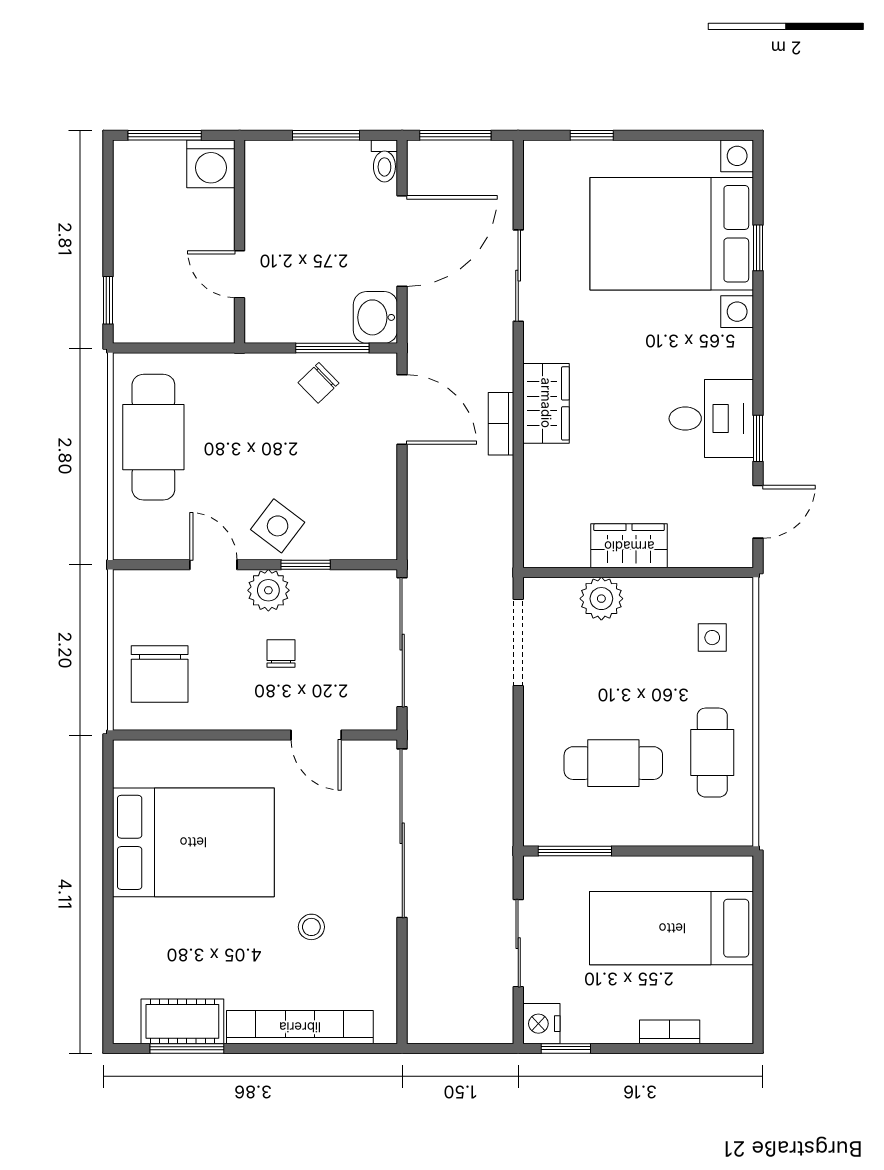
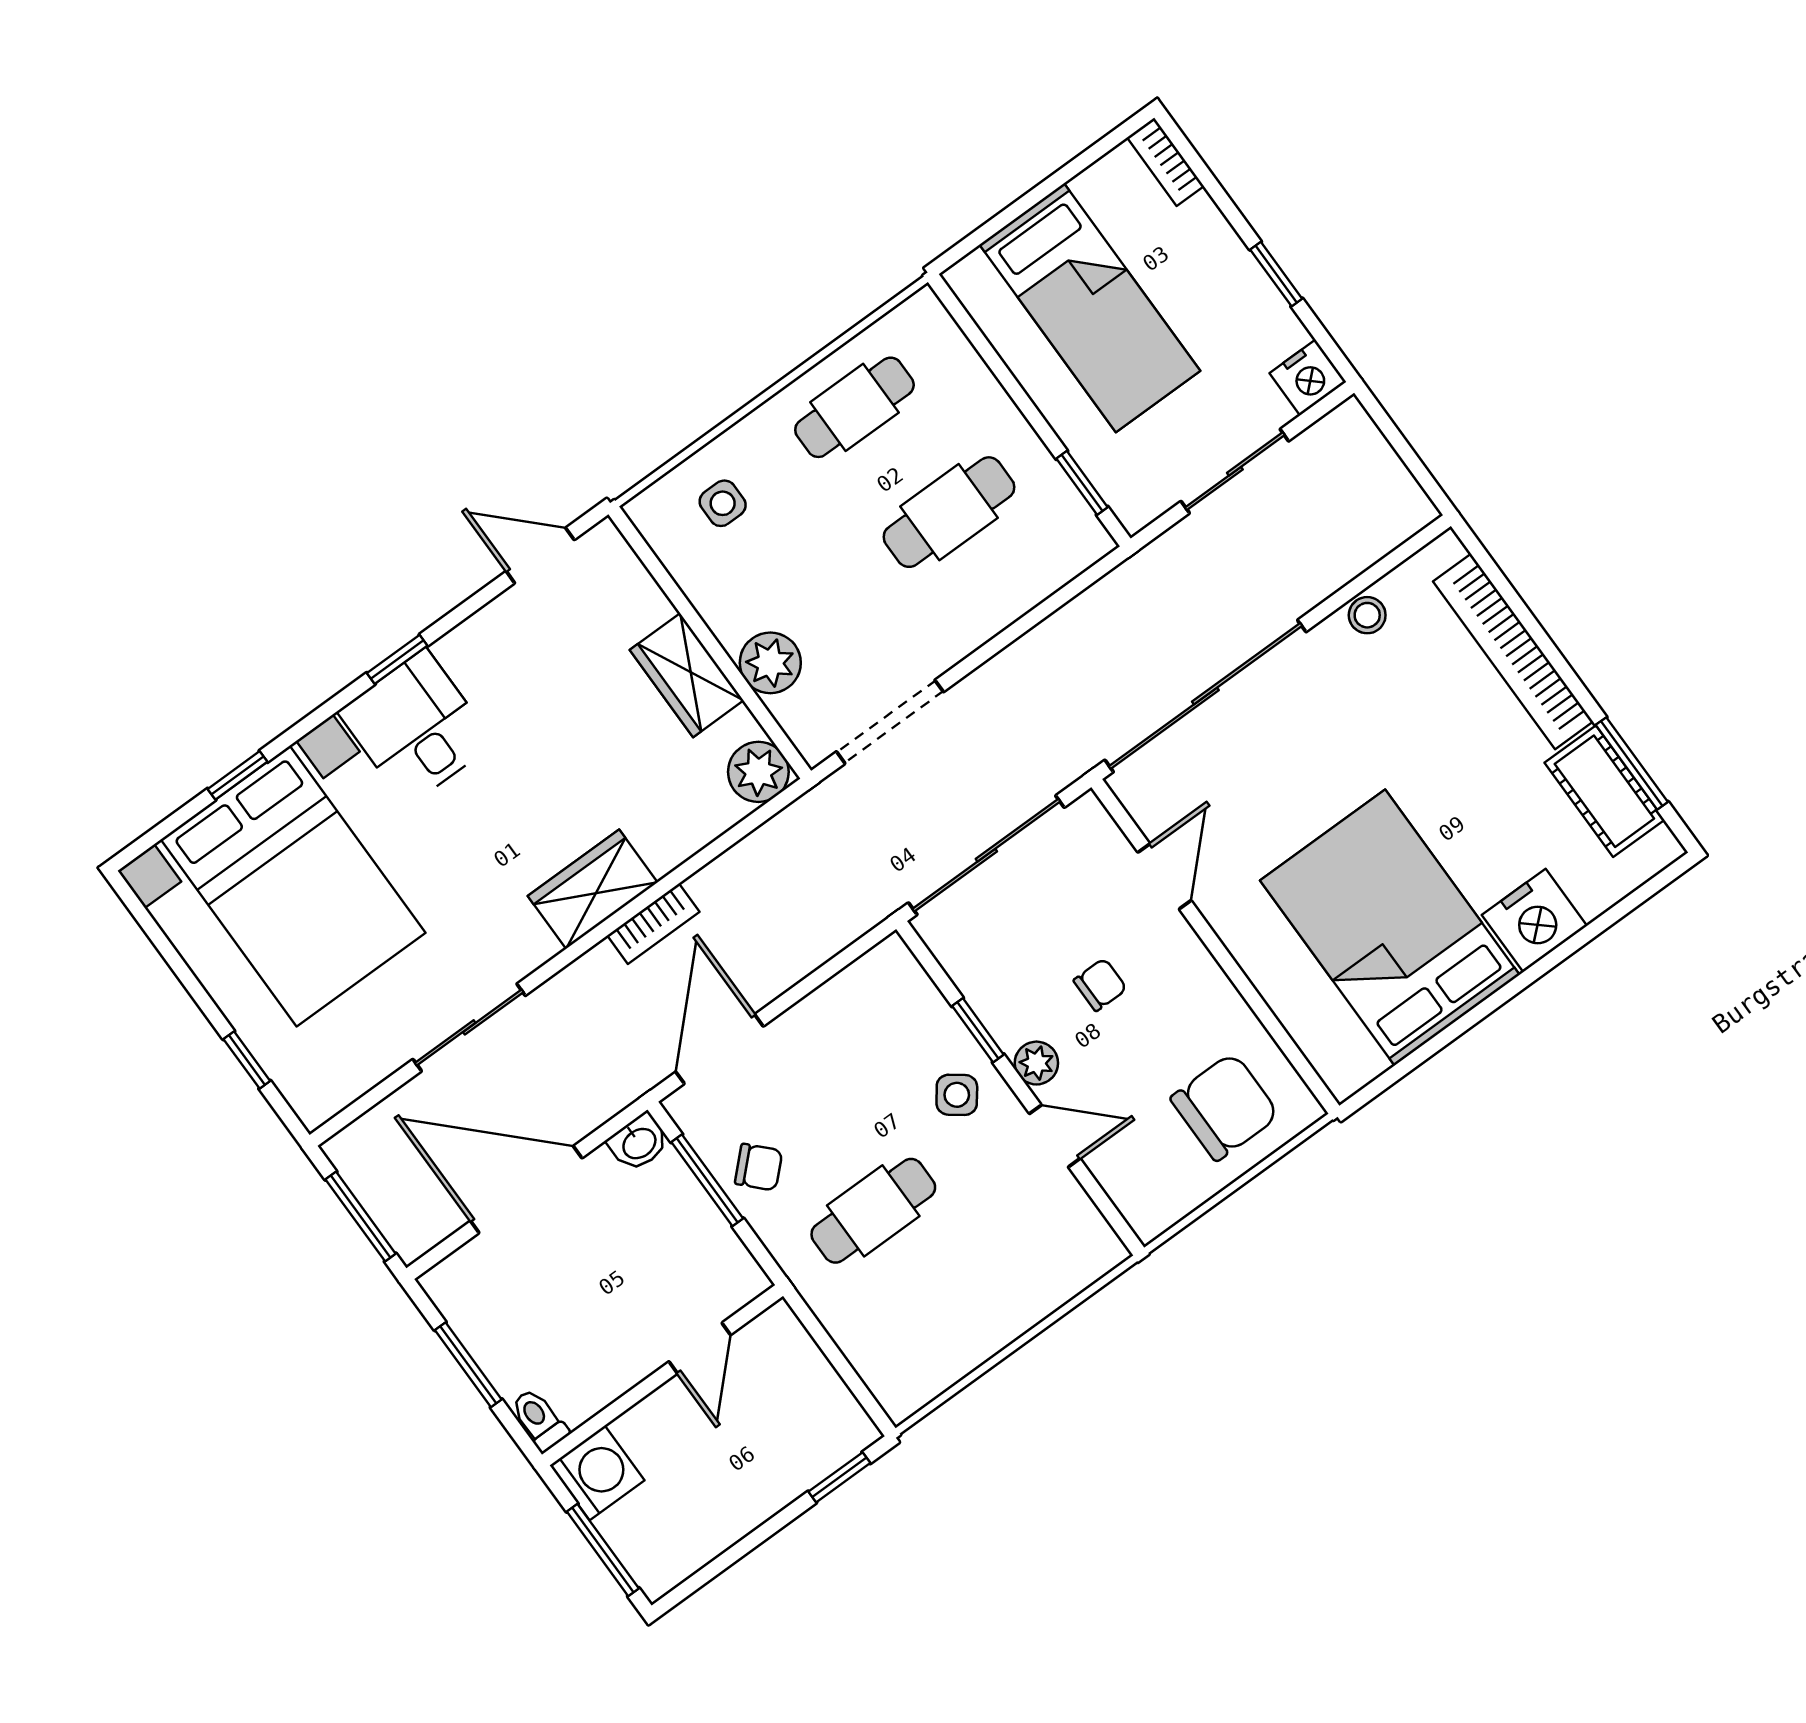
toilet: (384, 161) -> (539, 1420), moved, turned -90
washbasin: (375, 317) -> (639, 1143), width x0.72, depth x0.69
desk: (711, 419) -> (416, 727), moved
cafe table: (153, 437) -> (873, 1211), moved, width x0.73, depth x0.74
window: (758, 438) -> (397, 659), moved
side table: (278, 526) -> (957, 1095), width x0.73, depth x0.73
plant: (544, 547) -> (758, 772), added
door: (213, 565) -> (1055, 1136), swing flipped
plant: (268, 590) -> (1036, 1063), width x0.73, depth x0.73
chair: (281, 653) -> (1100, 985), turned 180
cafe table: (613, 763) -> (949, 512), turned 90
window: (575, 851) -> (1082, 483), width x0.67
stool: (311, 927) -> (1367, 615), moved
nightstand: (138, 928) -> (1534, 920), added
bookcase: (670, 1032) -> (1165, 162), moved
window: (566, 1048) -> (1276, 274), moved

